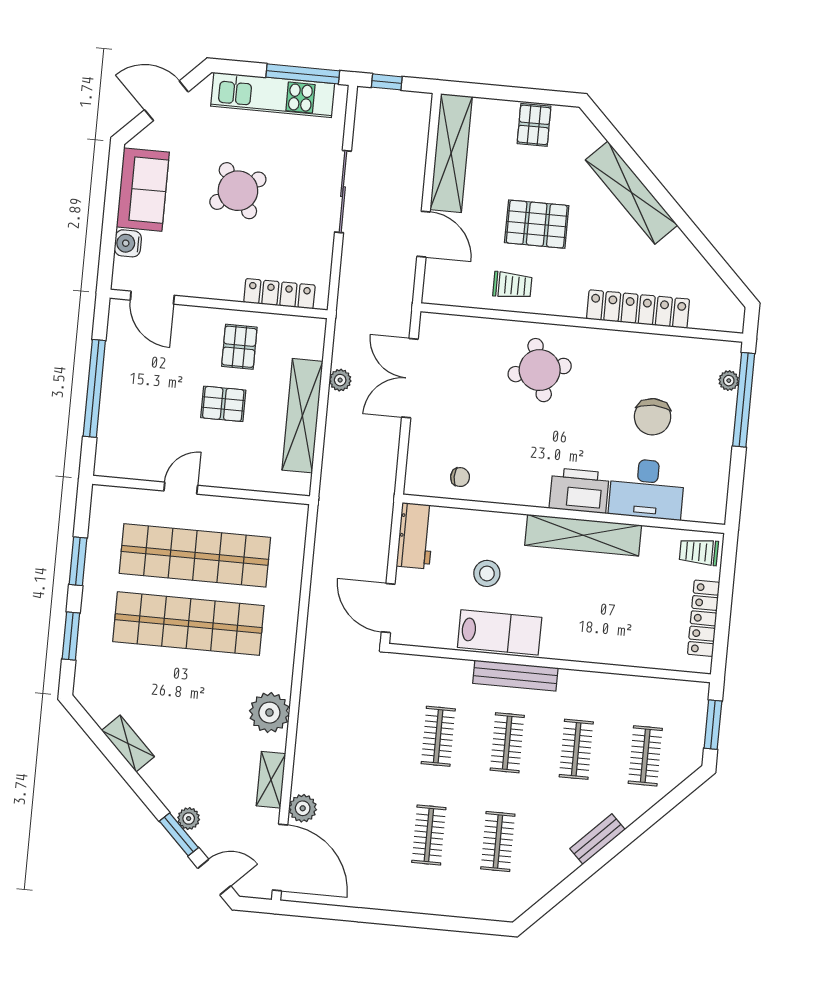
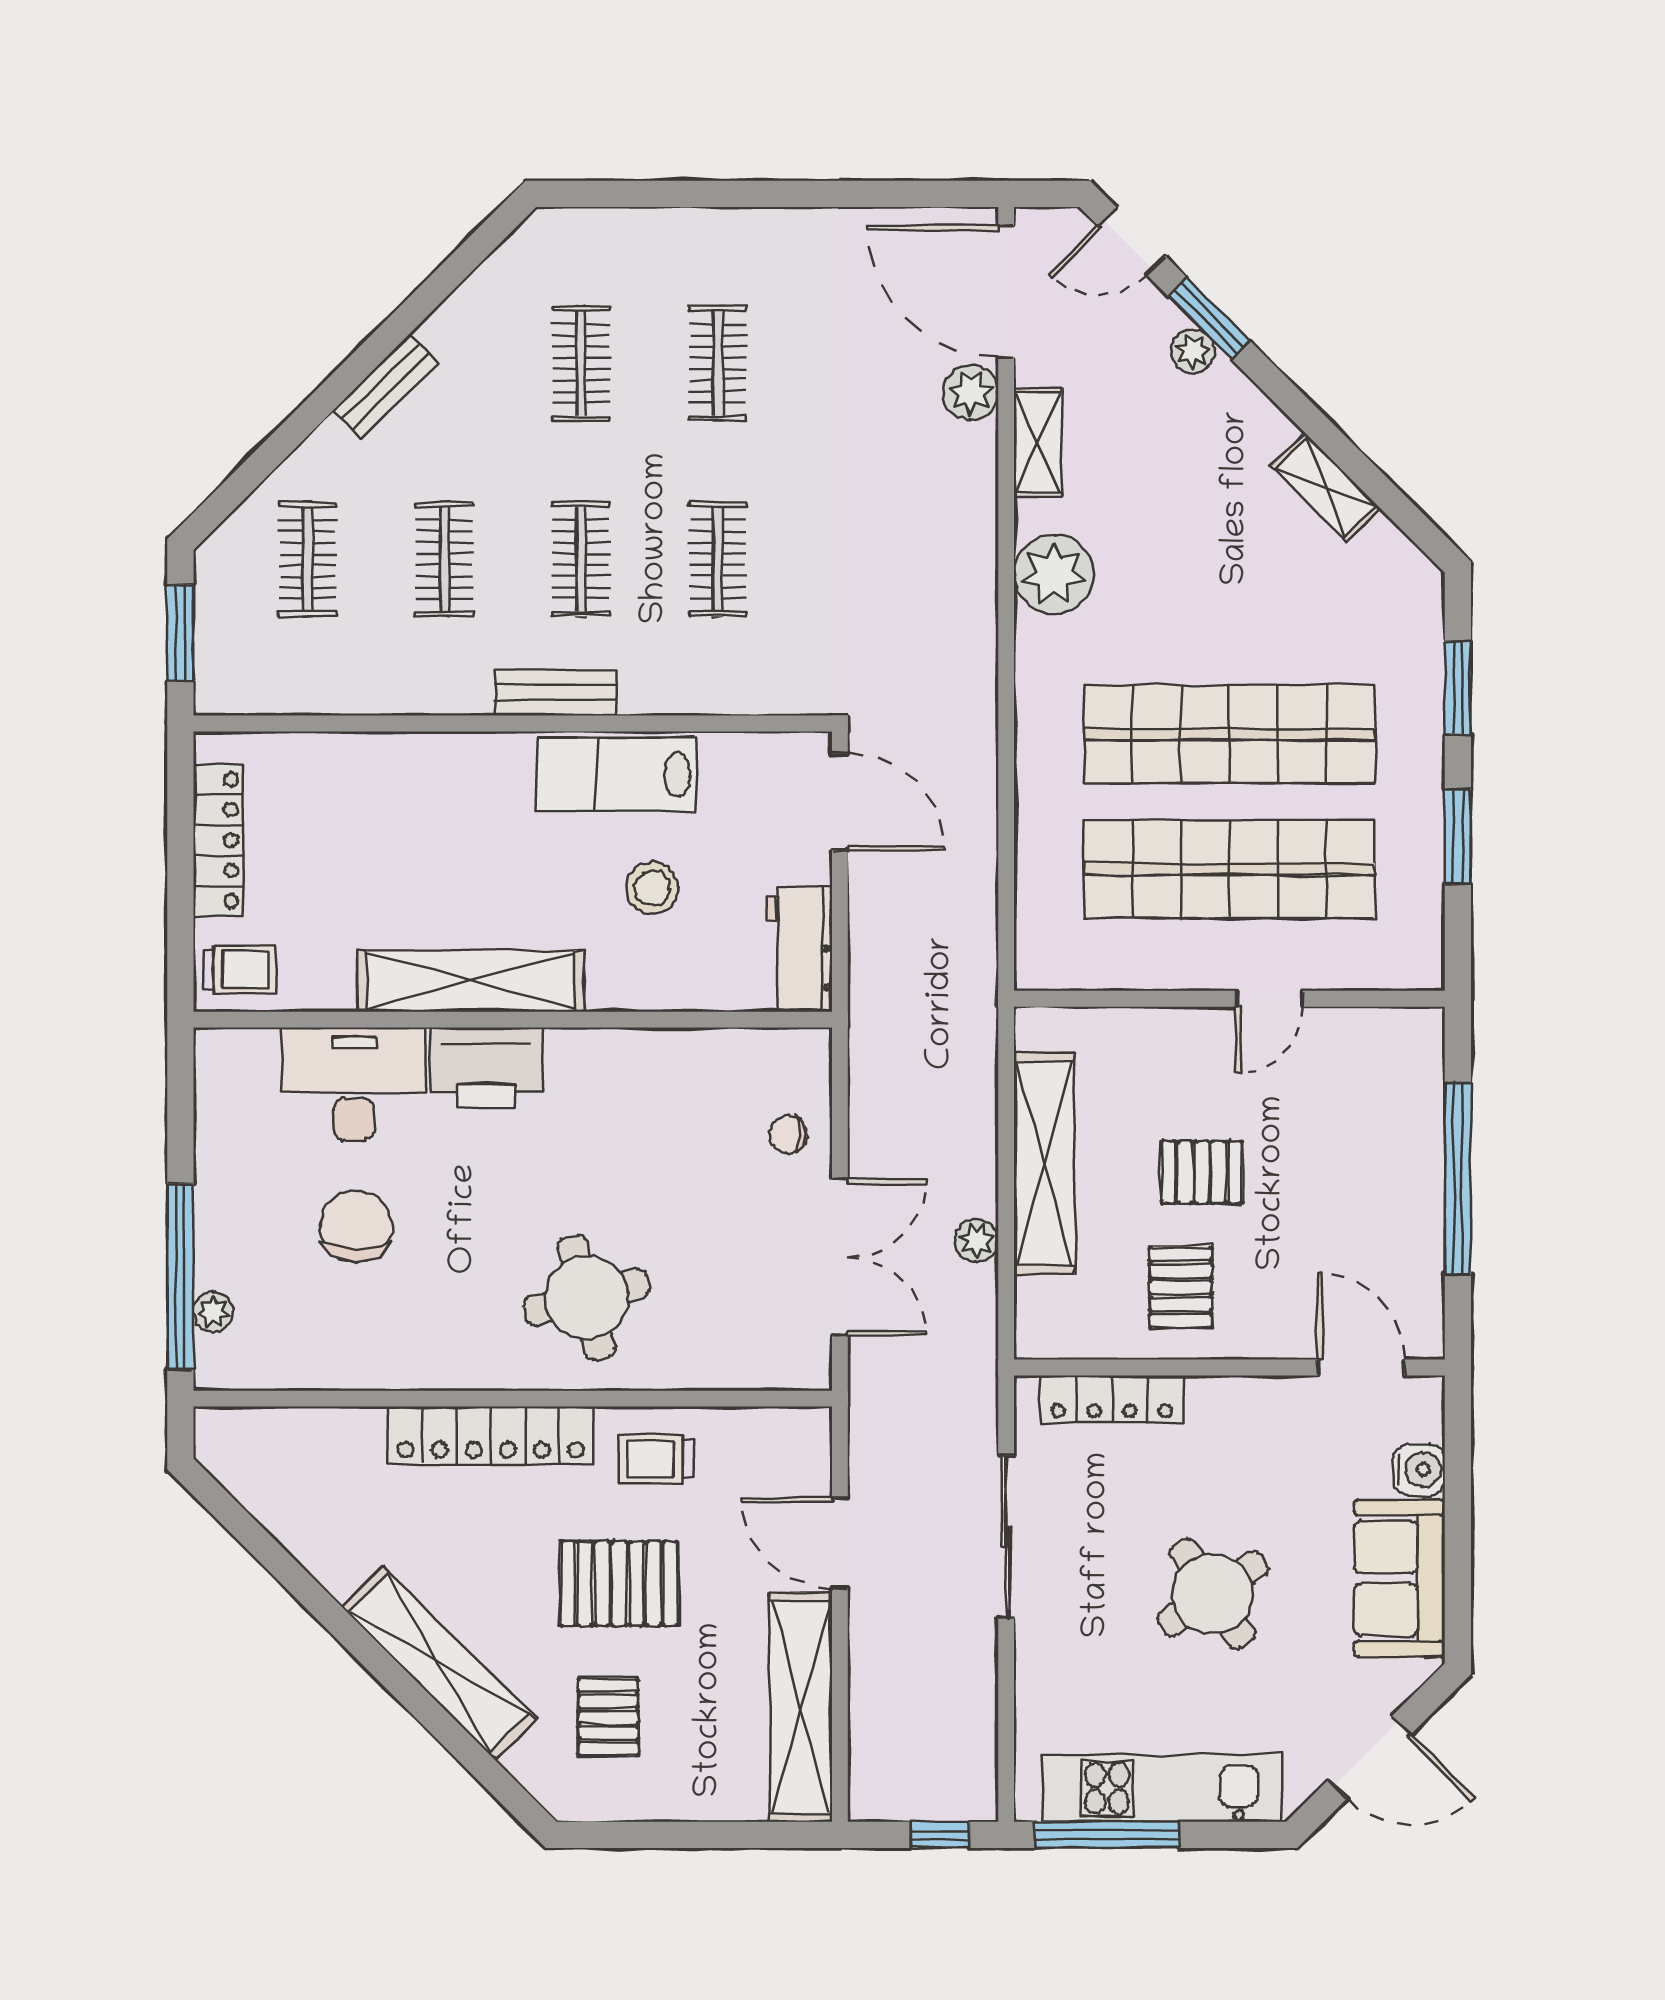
pallet: (534, 125) -> (608, 1717), moved
sliding door: (343, 192) -> (1006, 1537), moved
locker: (638, 309) -> (491, 1435), moved
chair: (460, 477) -> (788, 1135), moved
bench: (515, 676) -> (555, 693), width x0.73

